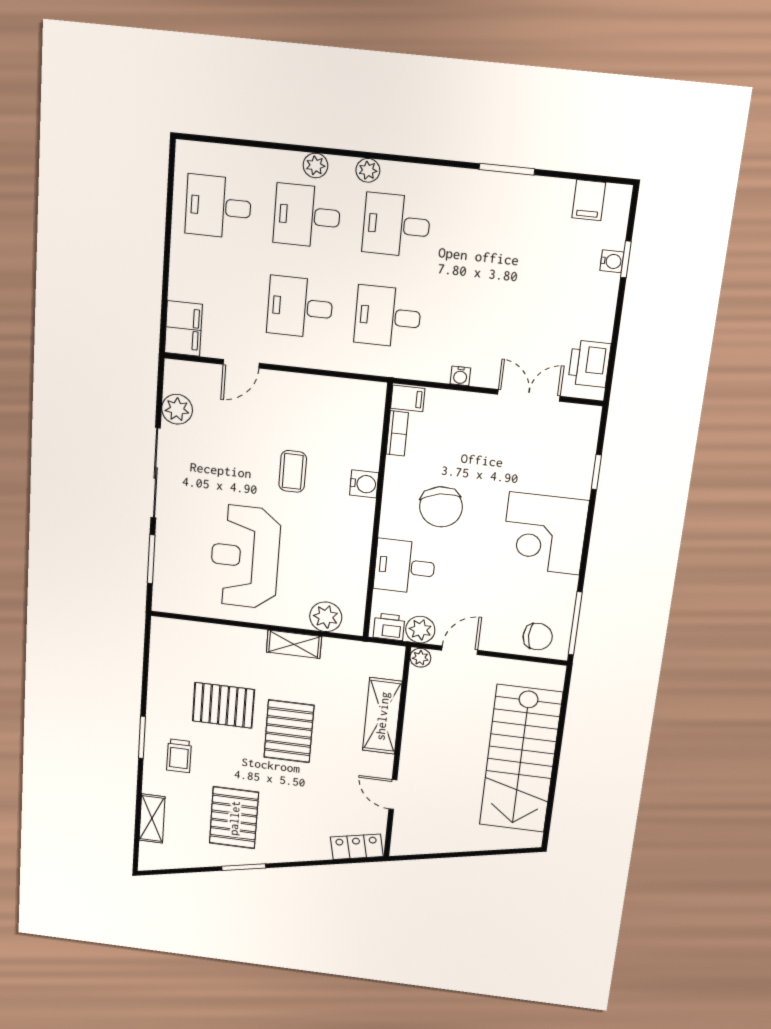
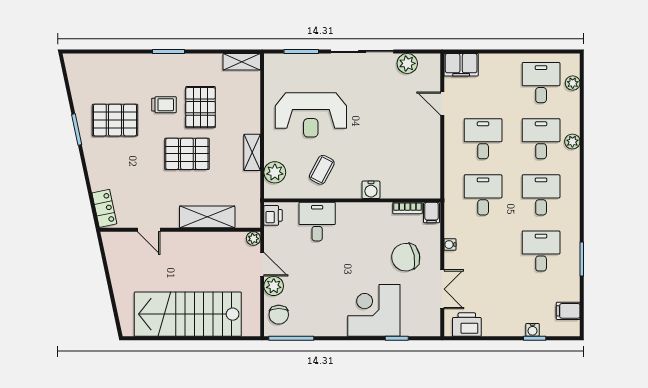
plant: (368, 170) -> (573, 83), moved
desk: (486, 234) -> (541, 251), added
coffee table: (293, 471) -> (322, 170), moved, turned -62
chair: (441, 507) -> (406, 257), moved
corner desk: (545, 533) -> (374, 310), moved
reception desk: (245, 557) -> (311, 115), turned 180
plant: (420, 630) -> (274, 286), moved
trolley: (179, 756) -> (164, 105), moved, turned 180
door: (393, 794) -> (149, 230), swing flipped
shelving: (152, 819) -> (242, 62), moved

